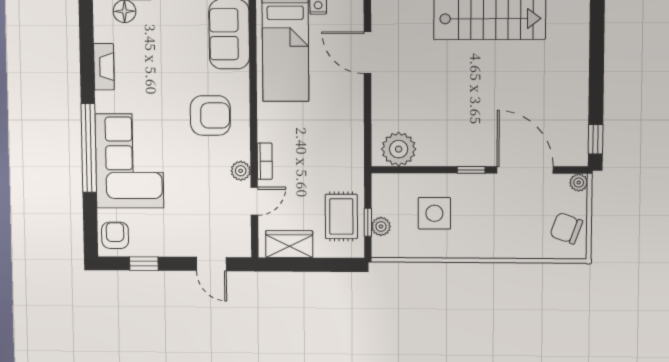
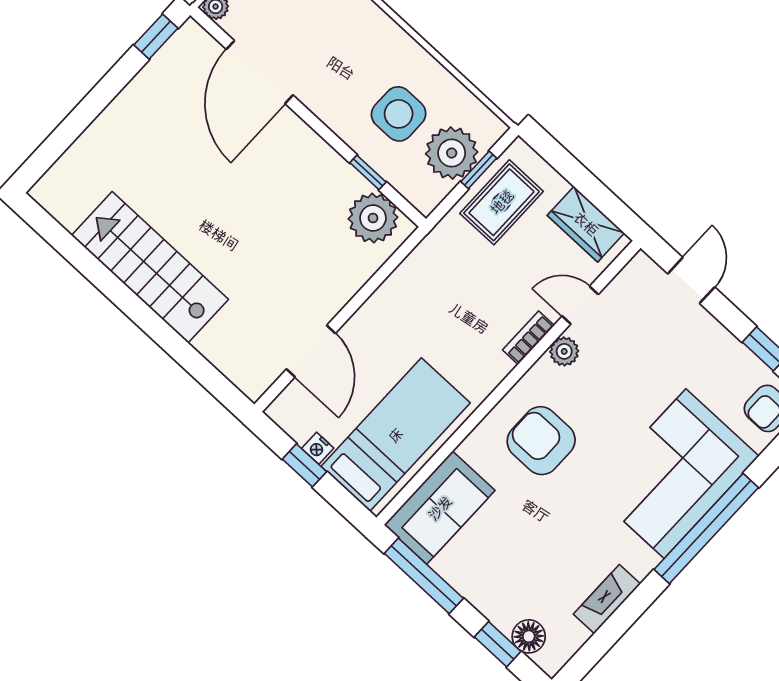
window: (471, 170) -> (368, 172), moved
plant: (381, 226) -> (452, 153), width x1.87, depth x1.87

